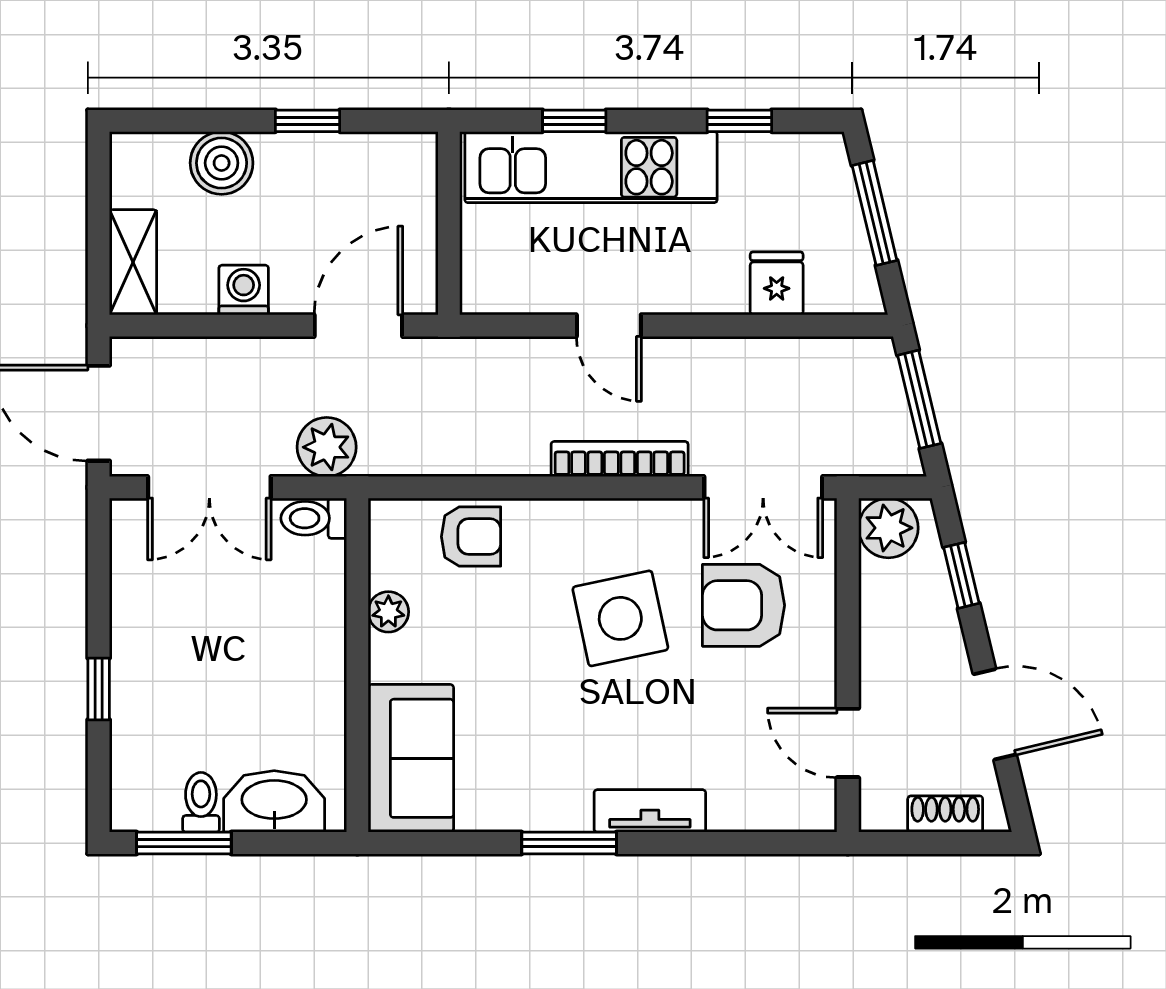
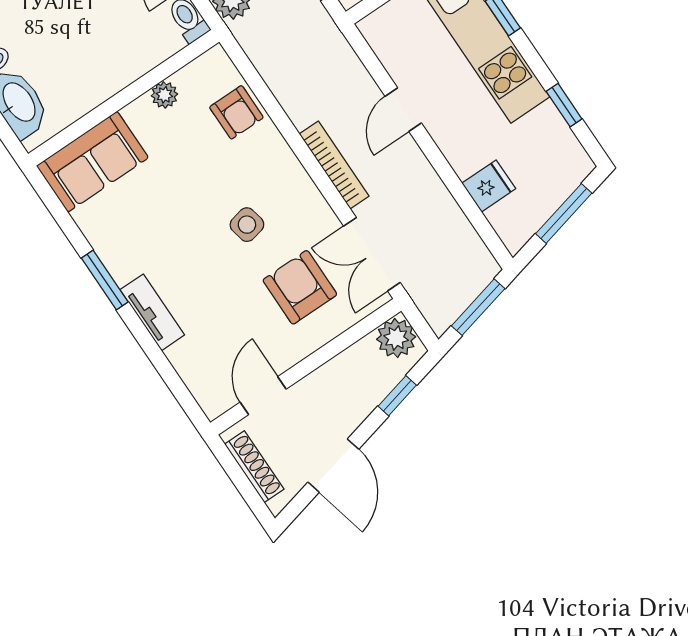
side table: (620, 618) -> (247, 225), width x0.54, depth x0.54
shoe rack: (945, 814) -> (254, 467), width x1.43

